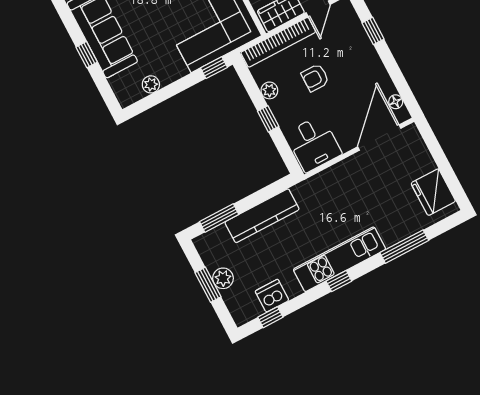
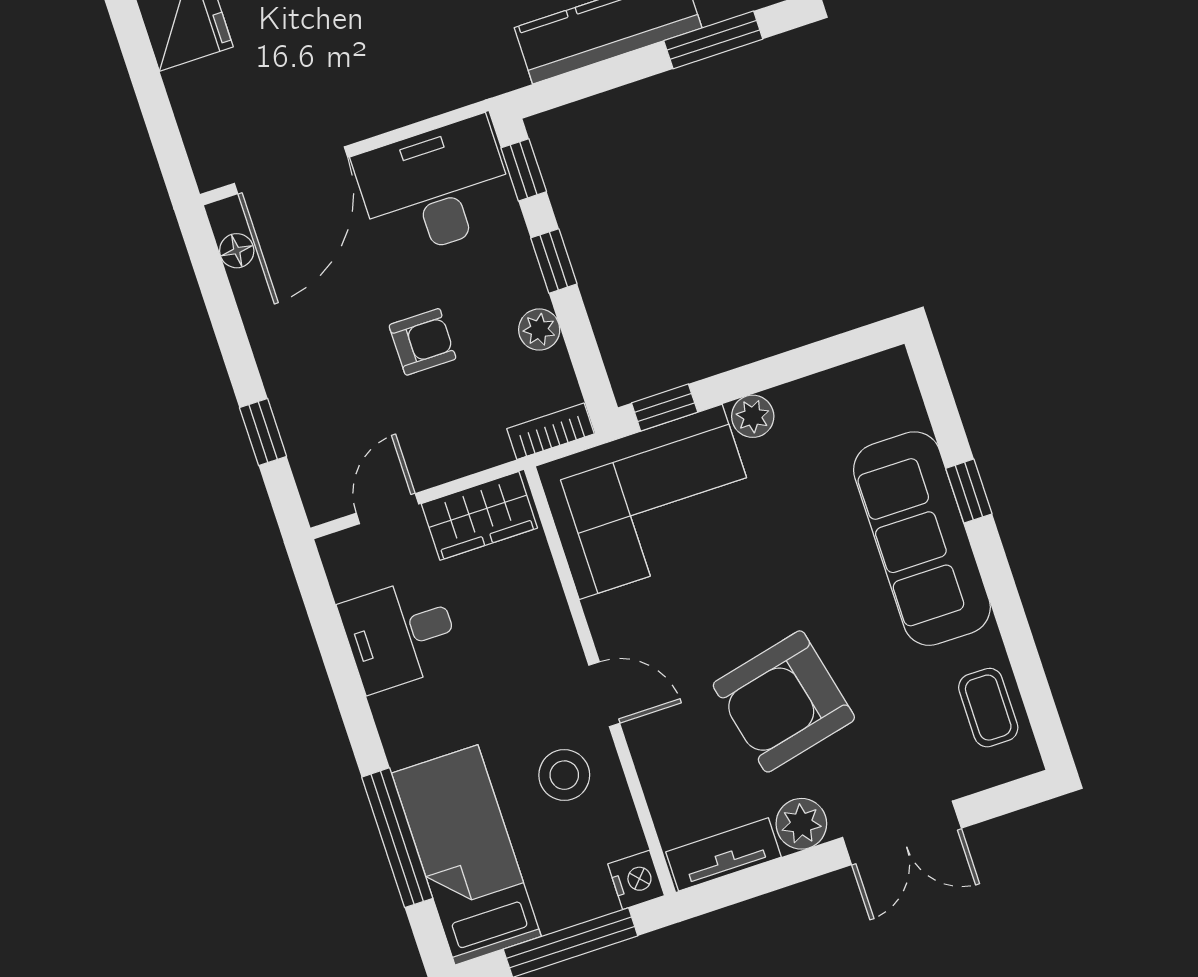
bookcase: (278, 42) -> (551, 431), width x0.43, depth x0.76
plant: (151, 84) -> (753, 416), moved
desk: (314, 144) -> (435, 188), width x1.37
window: (286, 153) -> (524, 170), added

